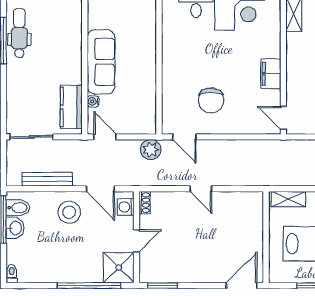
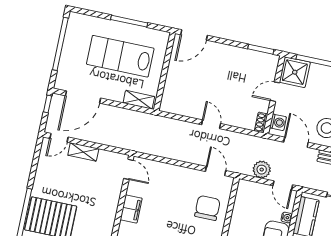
chair: (211, 100) -> (207, 208), moved
plant: (151, 150) -> (262, 170), moved

